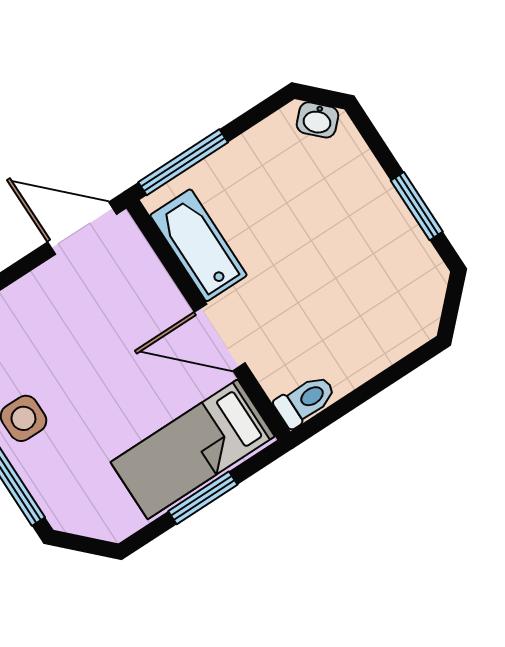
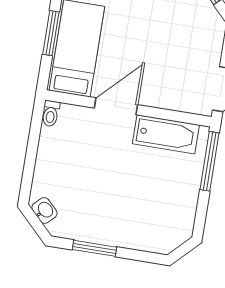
washbasin: (317, 120) -> (44, 210), moved, turned 90
toilet: (305, 401) -> (51, 113), width x0.73, depth x0.72

